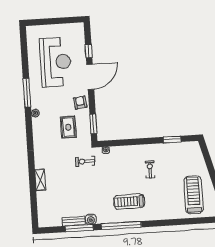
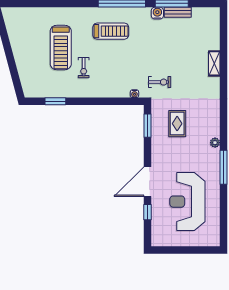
armchair: (80, 103) -> (161, 152), removed
treadmill: (194, 195) -> (61, 47), moved

